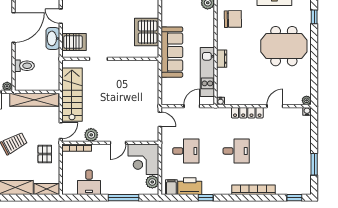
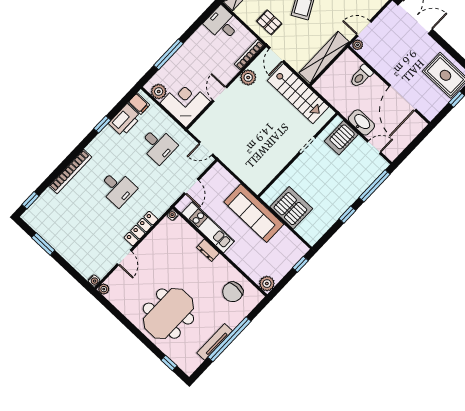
desk: (186, 151) -> (158, 145), turned -90
desk: (236, 151) -> (117, 188), turned -90
desk: (89, 182) -> (222, 24), moved

